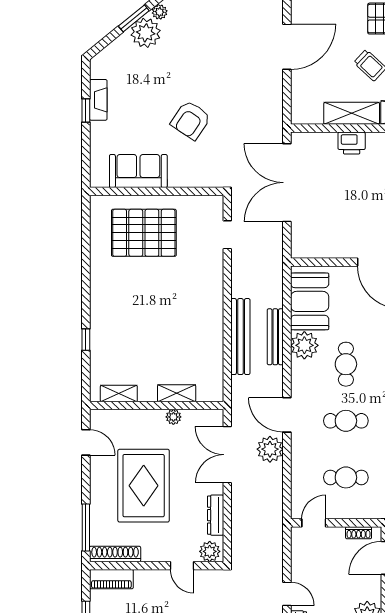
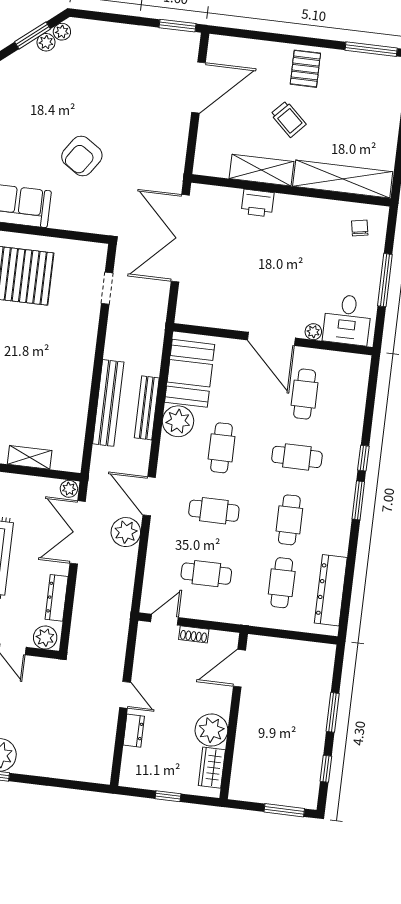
plant: (146, 33) -> (46, 42), width x0.53, depth x0.53
plant: (173, 417) -> (69, 489), moved
shoe rack: (359, 533) -> (194, 634), moved

